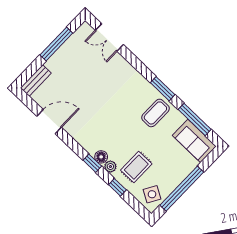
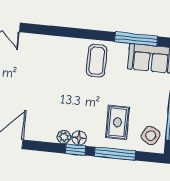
window: (163, 89) -> (86, 34), removed
plant: (110, 167) -> (64, 137), moved
window: (117, 187) -> (115, 154), width x2.17

